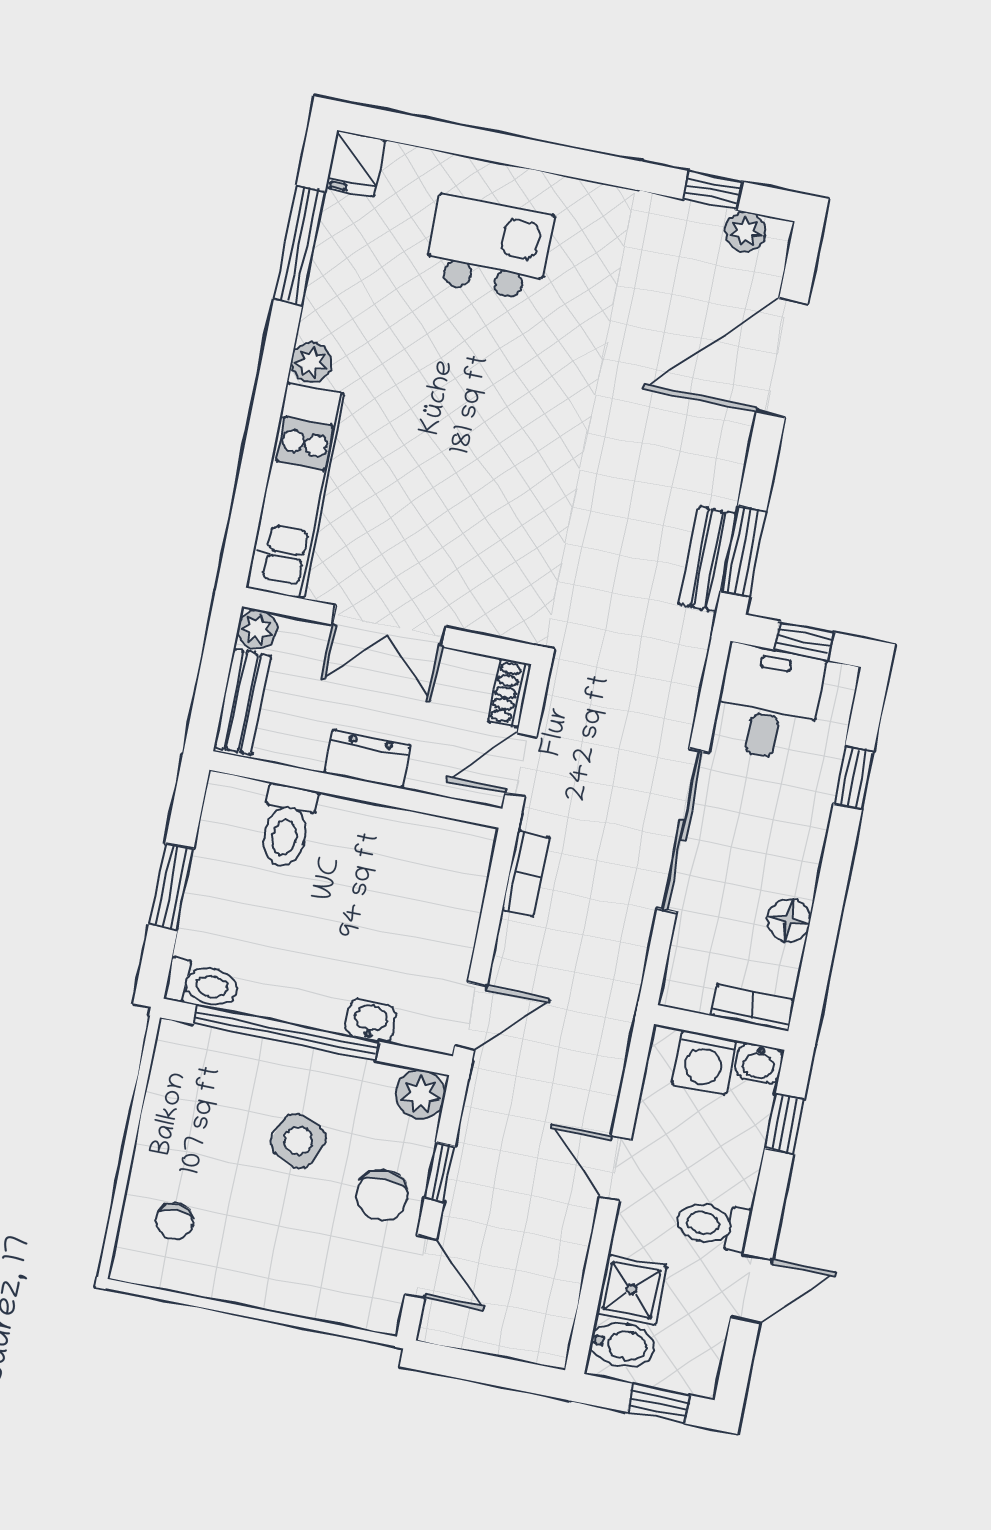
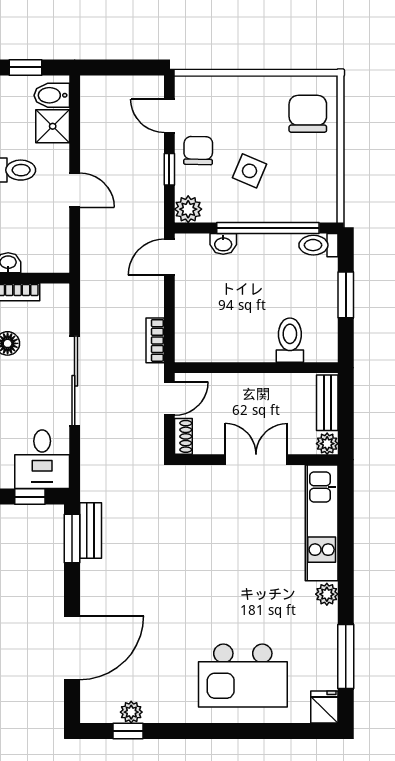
plant: (745, 232) -> (131, 712), moved
kitchen island: (489, 248) -> (243, 676), width x1.37, depth x1.28
dresser: (368, 759) -> (253, 385), removed
washing machine: (704, 1062) -> (38, 257), removed
chair: (175, 1221) -> (308, 114), width x1.87, depth x1.87

